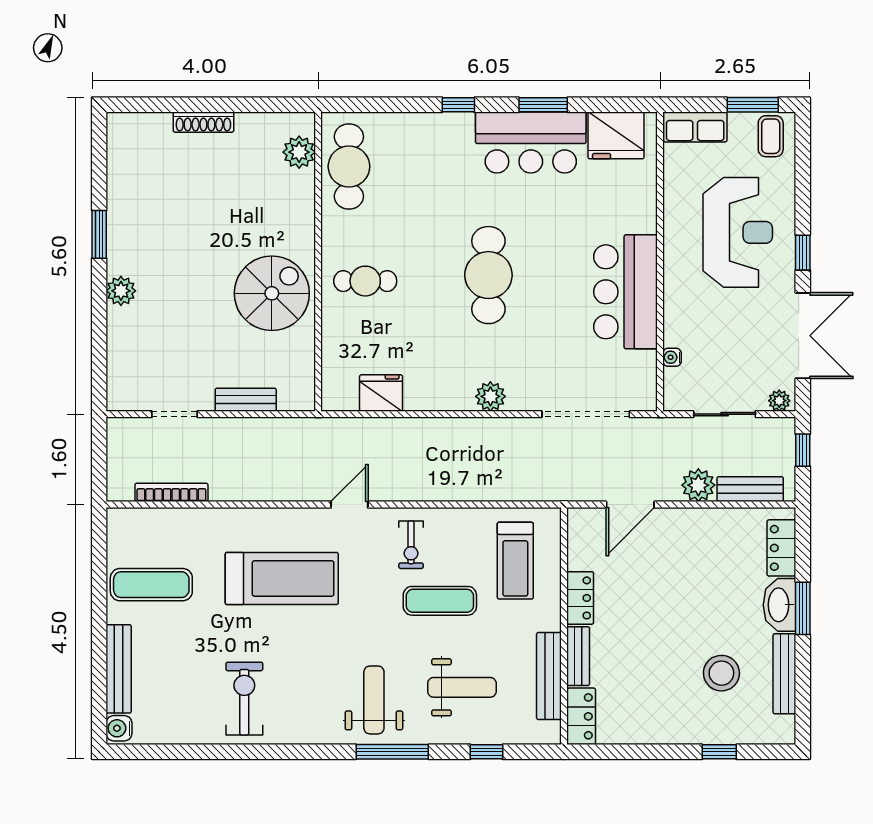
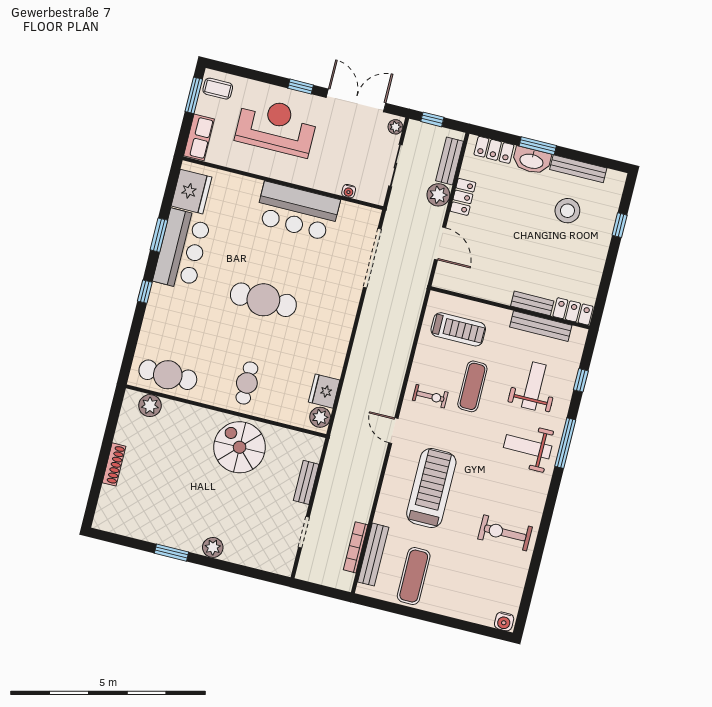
plant: (490, 396) -> (320, 417), moved
locker: (580, 598) -> (463, 197), moved, turned 90
bench: (119, 669) -> (373, 555), moved, turned 90

